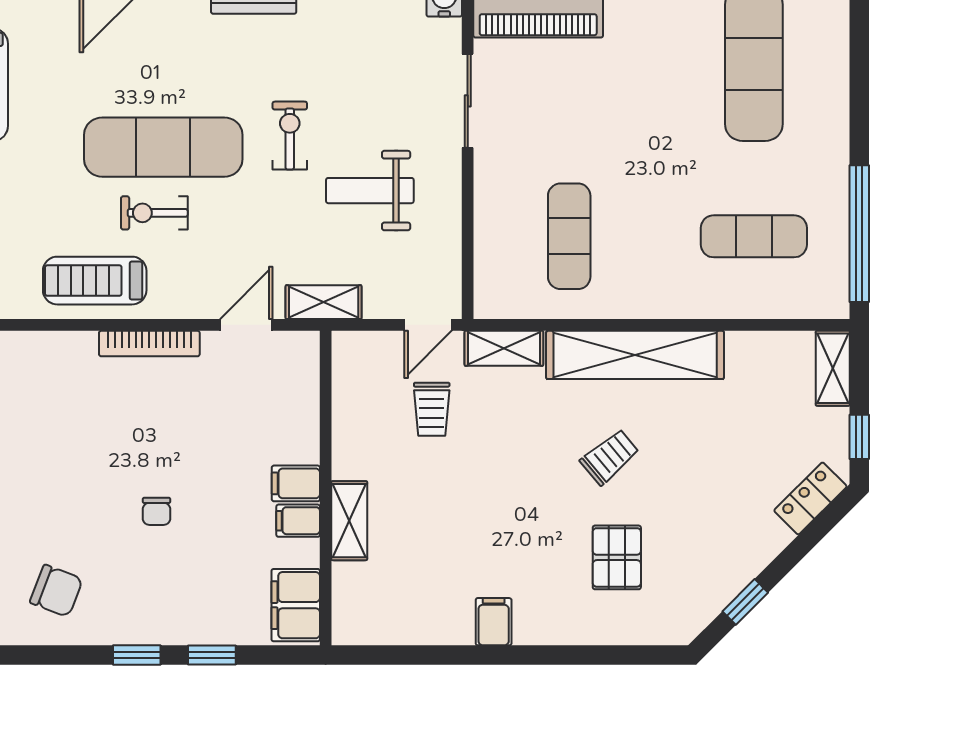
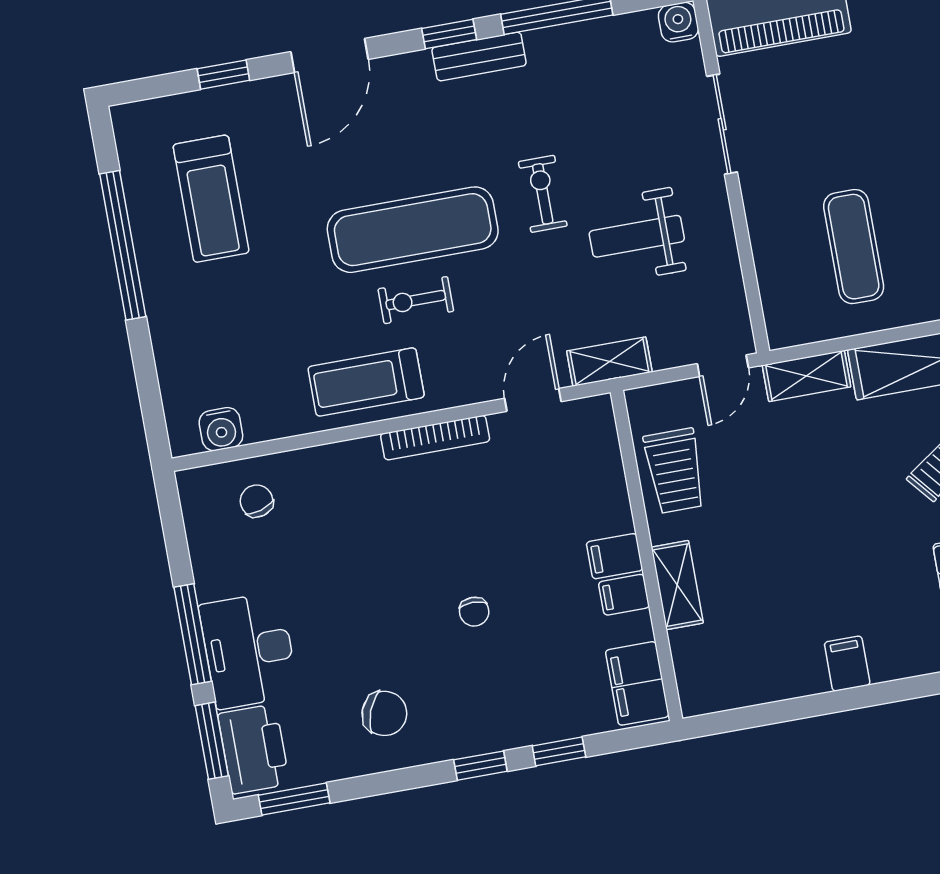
trolley: (432, 409) -> (675, 471), moved, width x1.36, depth x1.39

